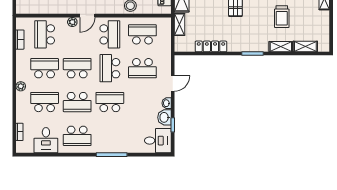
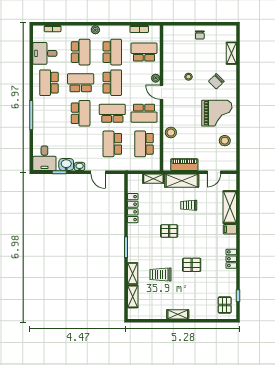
school desk: (142, 34) -> (144, 144), turned 180
school desk: (77, 102) -> (81, 83), turned 90

